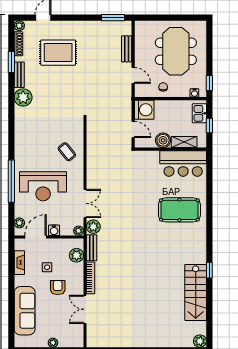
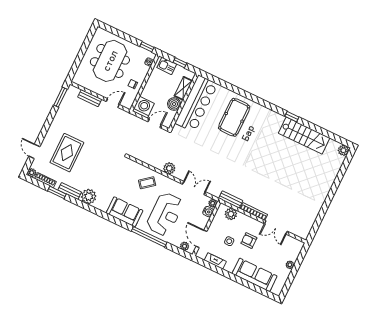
meeting table: (176, 51) -> (110, 61), turned 90
sofa: (25, 143) -> (125, 212), added
bar counter: (183, 163) -> (196, 104), width x1.36
plant: (93, 227) -> (169, 168), moved
water cooler: (54, 230) -> (208, 212), moved

